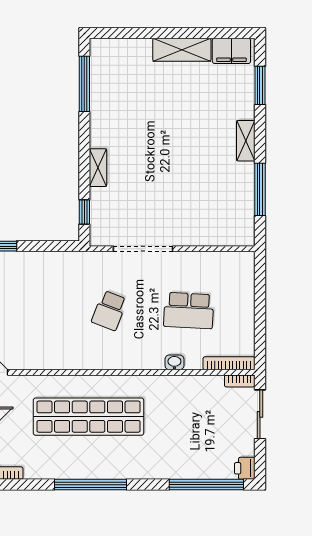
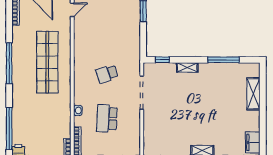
shelving: (182, 50) -> (253, 94), moved
window: (84, 84) -> (223, 60), moved
school desk: (109, 311) -> (107, 74), turned -39

